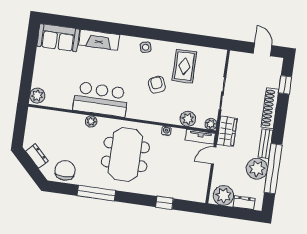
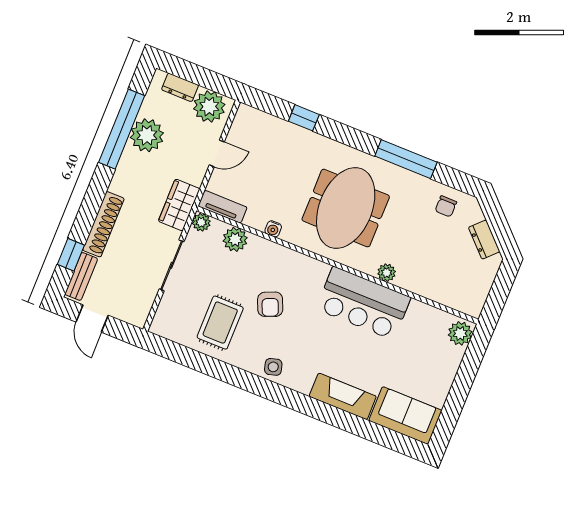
bench: (266, 144) -> (81, 276), moved
door: (214, 156) -> (217, 153), moved
chair: (65, 170) -> (446, 206), width x0.54, depth x0.54

